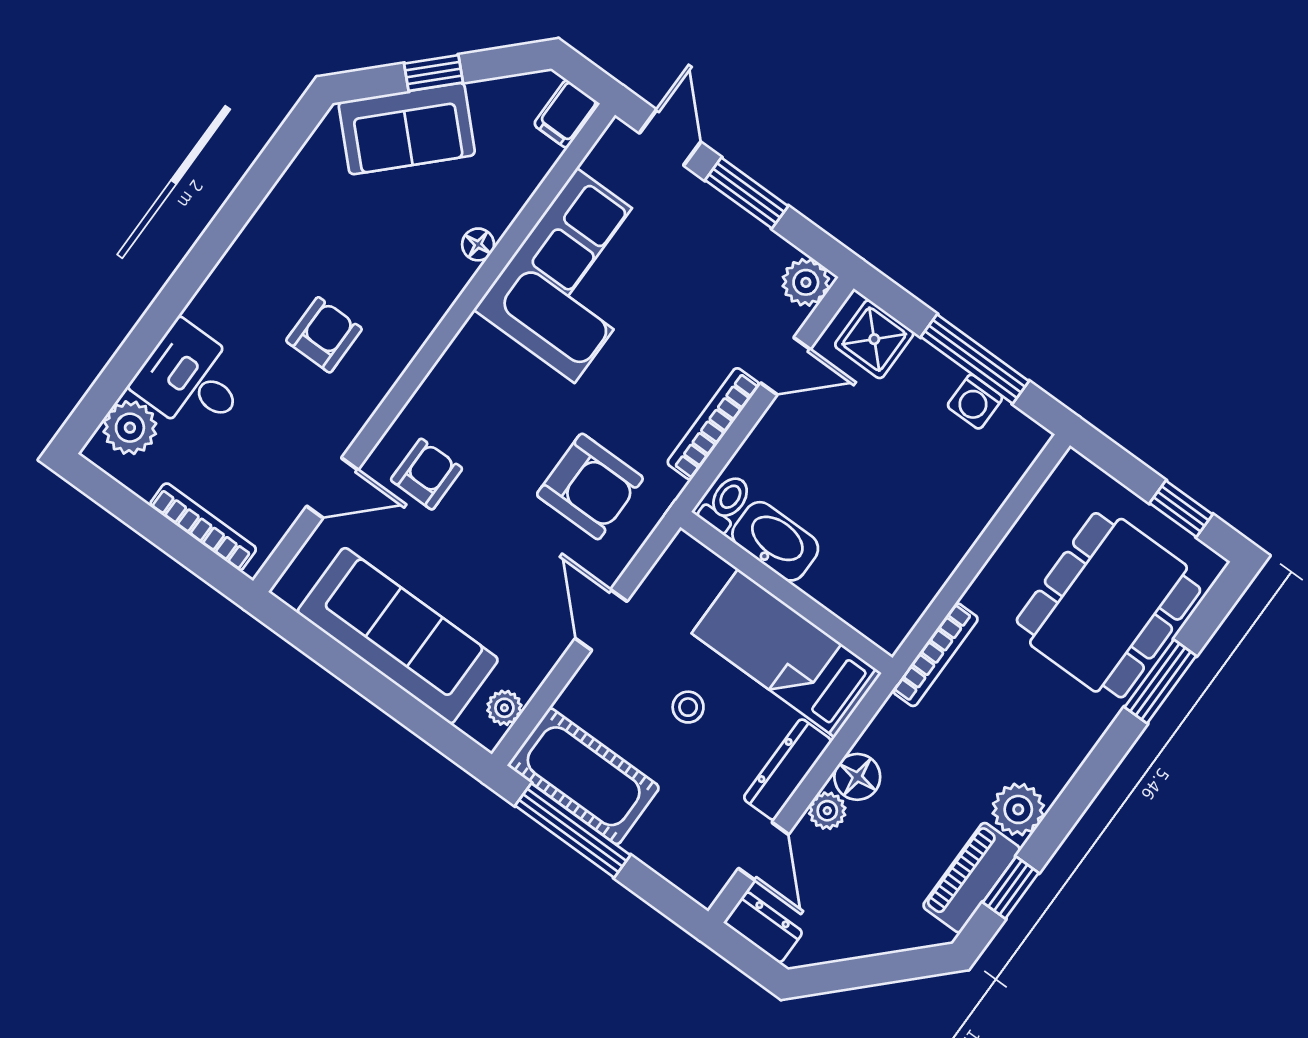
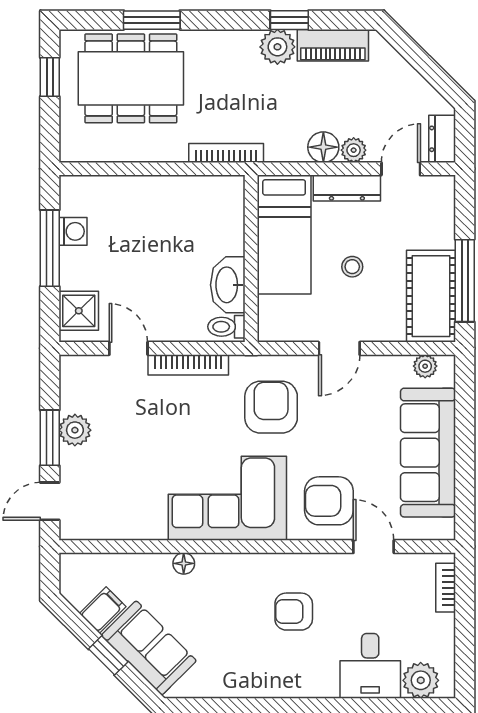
filing cabinet: (566, 114) -> (103, 610), moved, turned -45
corner sofa: (576, 275) -> (227, 498), moved
plant: (806, 282) -> (75, 430), moved
armchair: (427, 474) -> (329, 501), width x1.38, depth x1.38
bookcase: (203, 527) -> (446, 588), width x0.64
window: (1011, 888) -> (289, 20), moved

